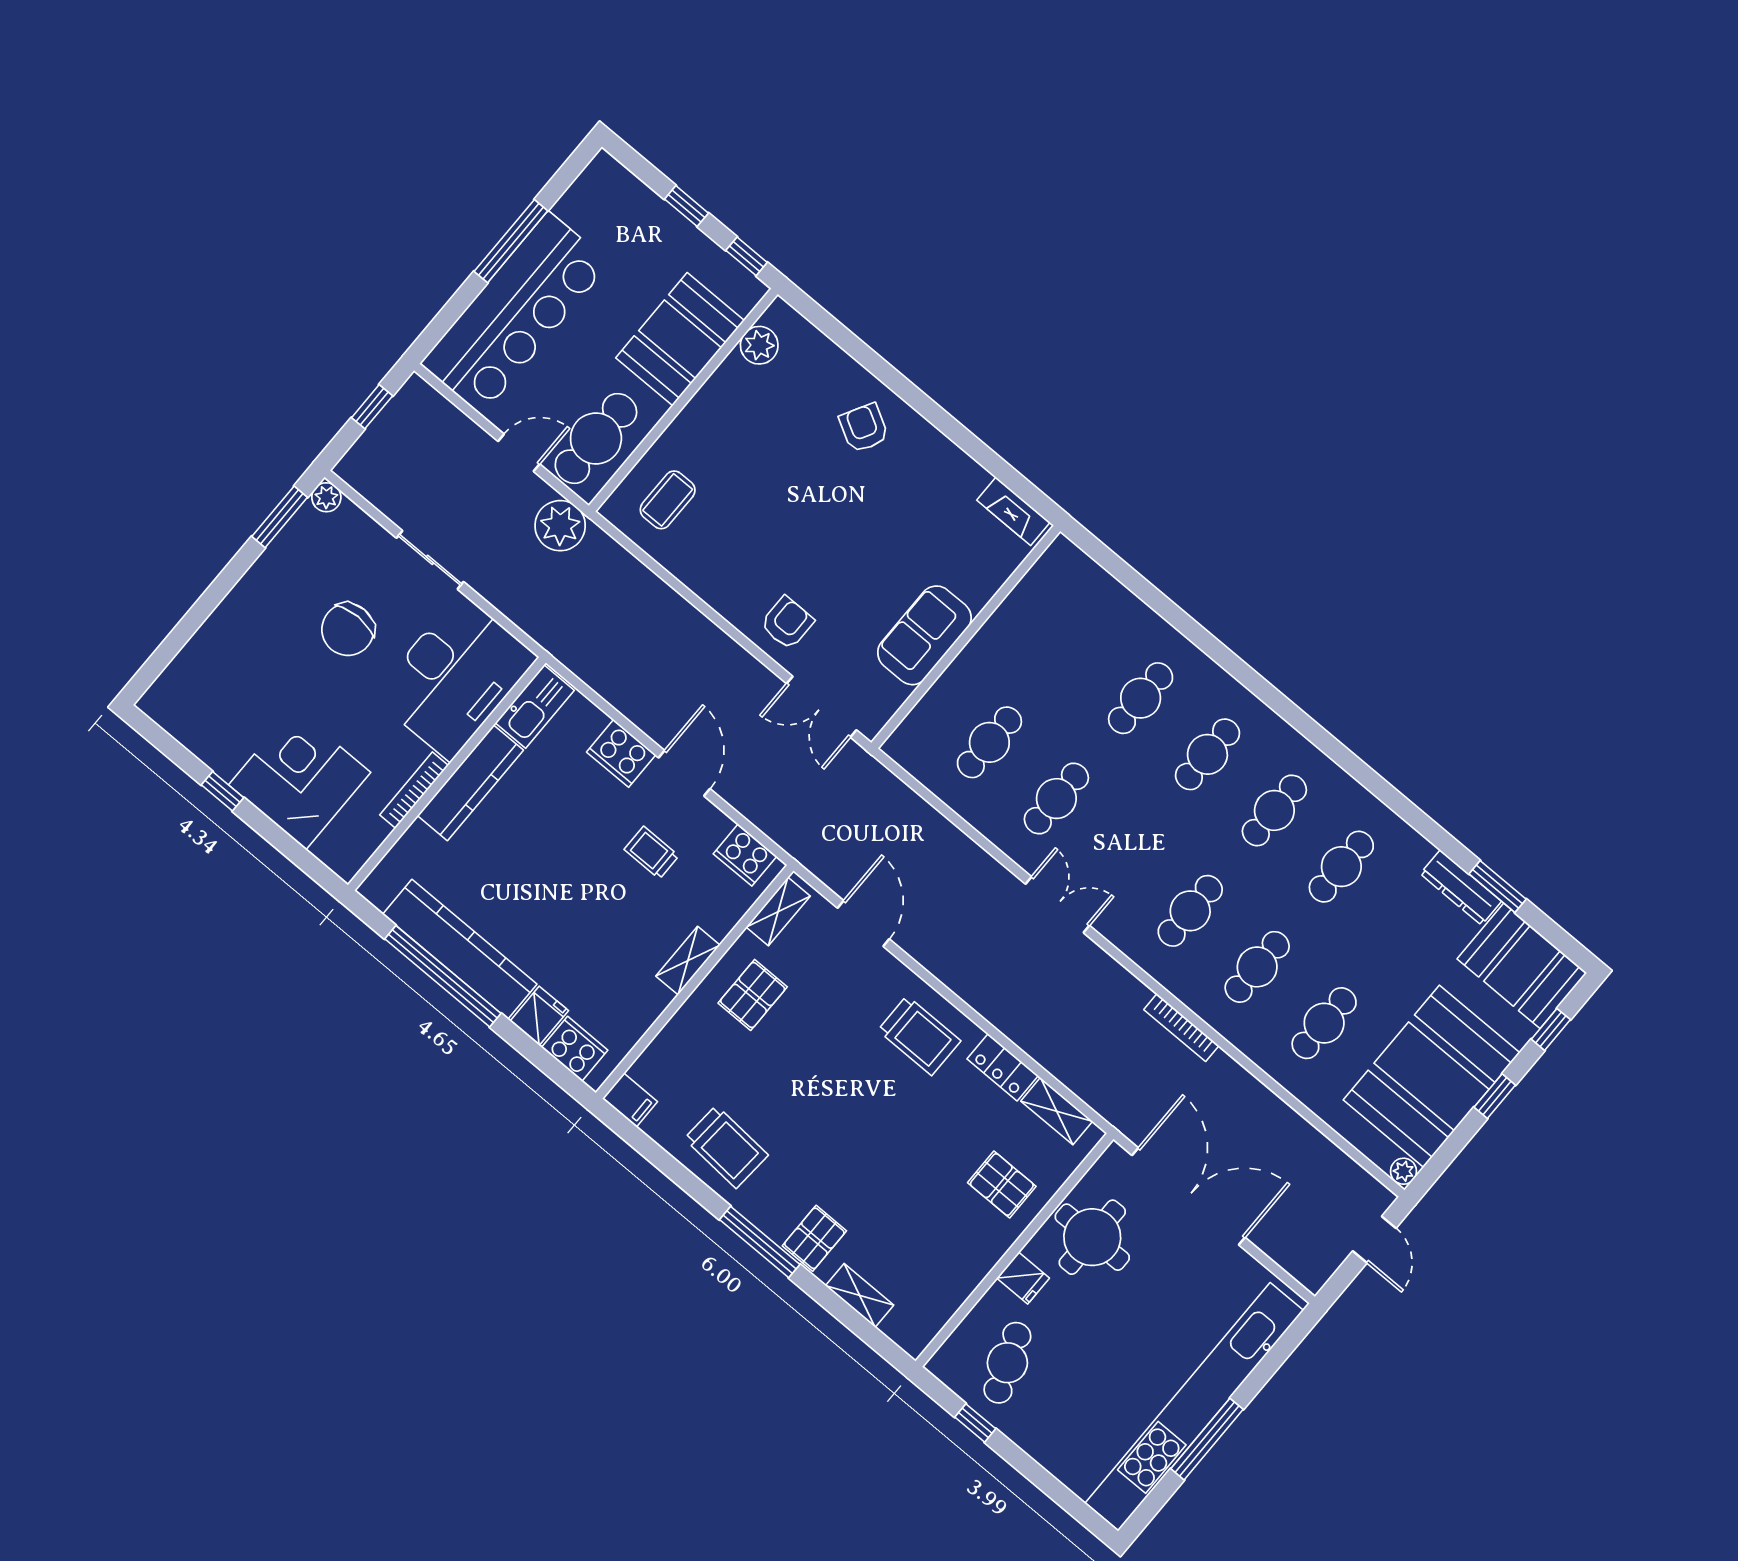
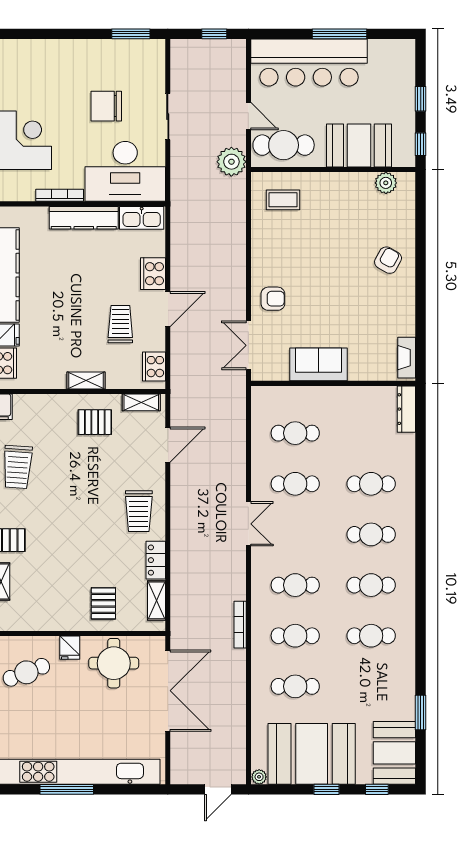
plant: (326, 497) -> (157, 47), removed
trolley: (651, 853) -> (120, 324), width x1.36, depth x1.39
dresser: (1461, 888) -> (406, 409), moved

